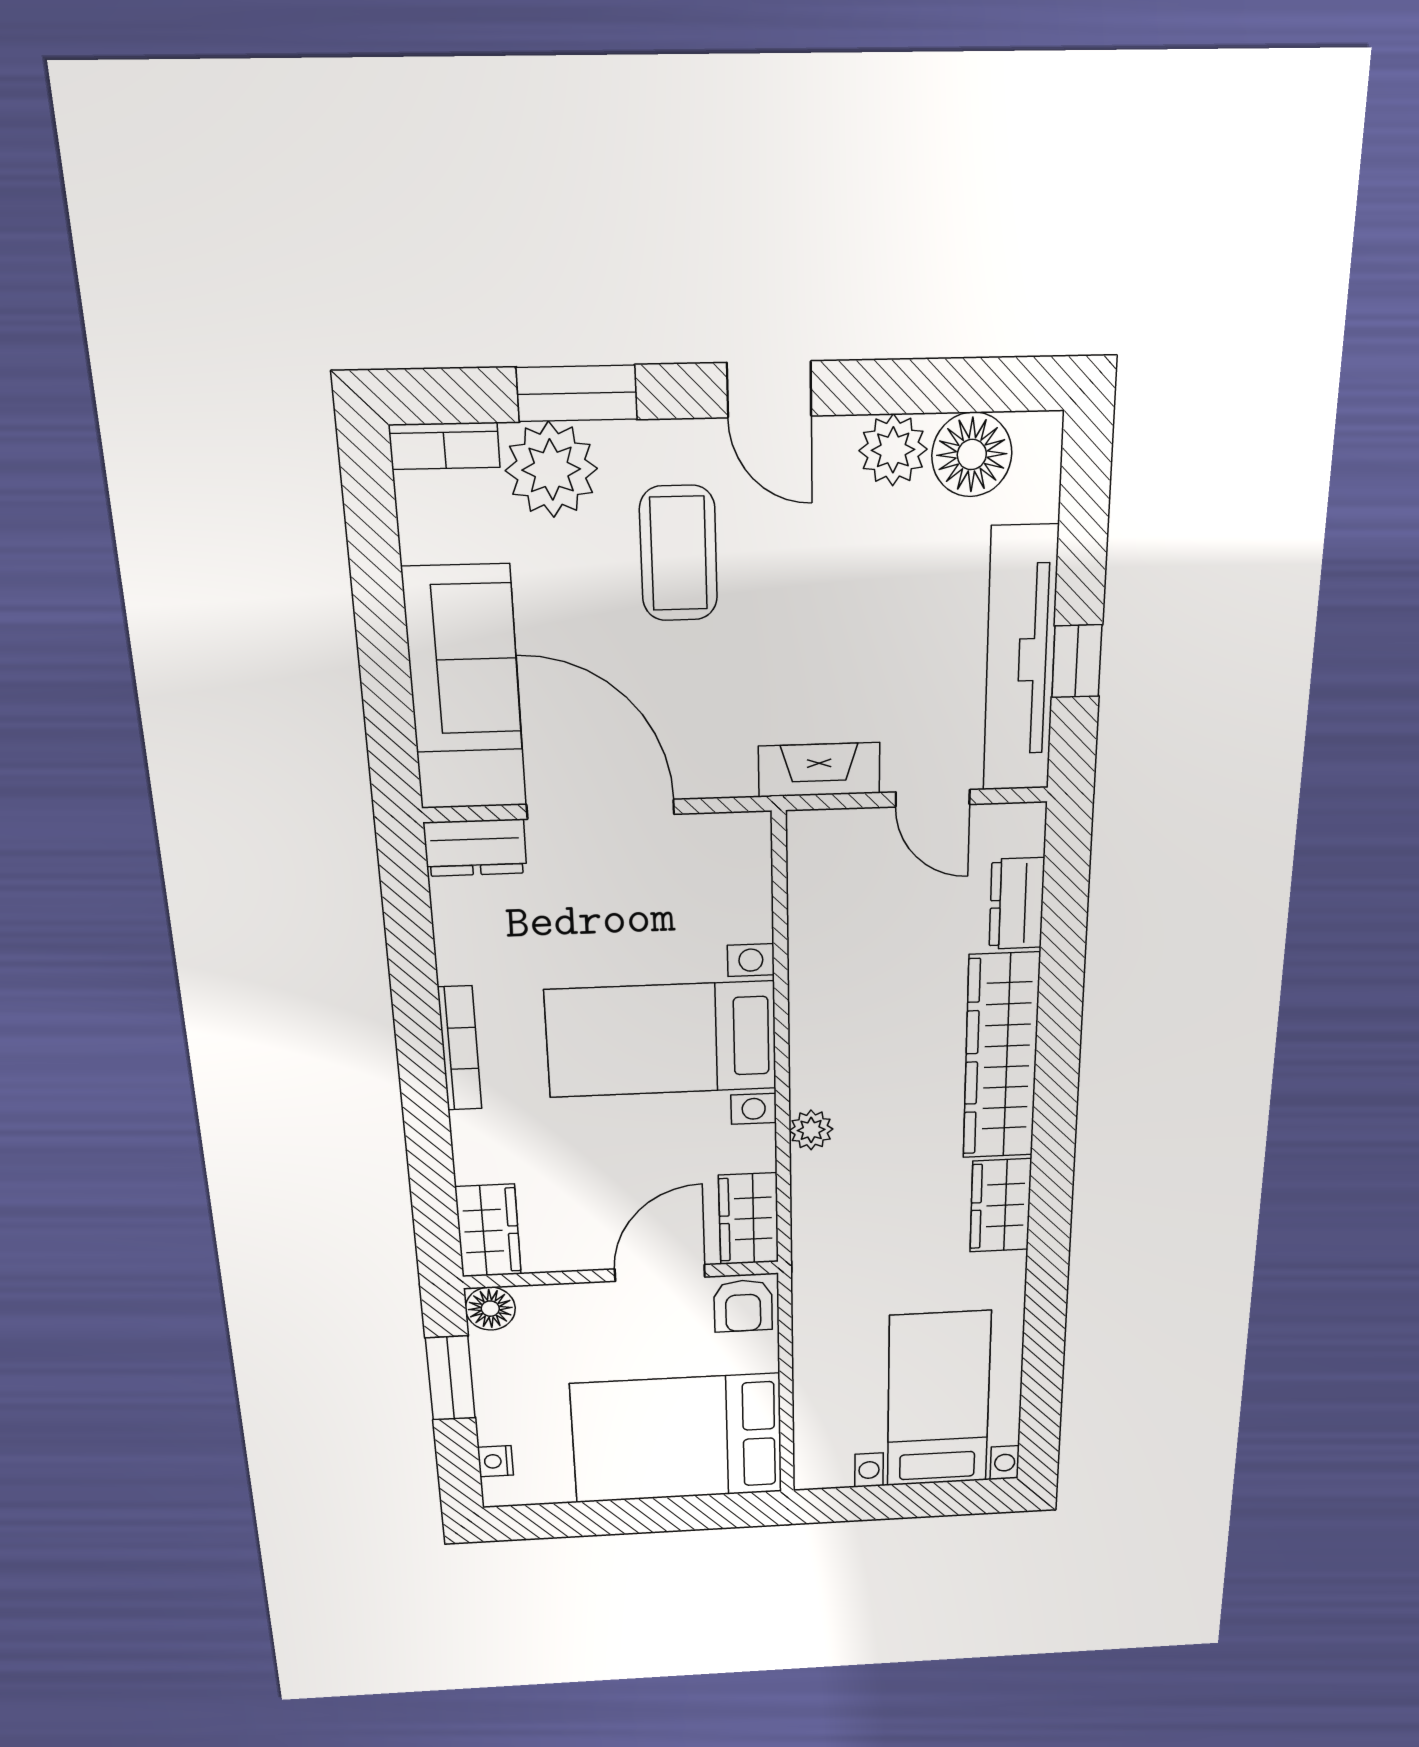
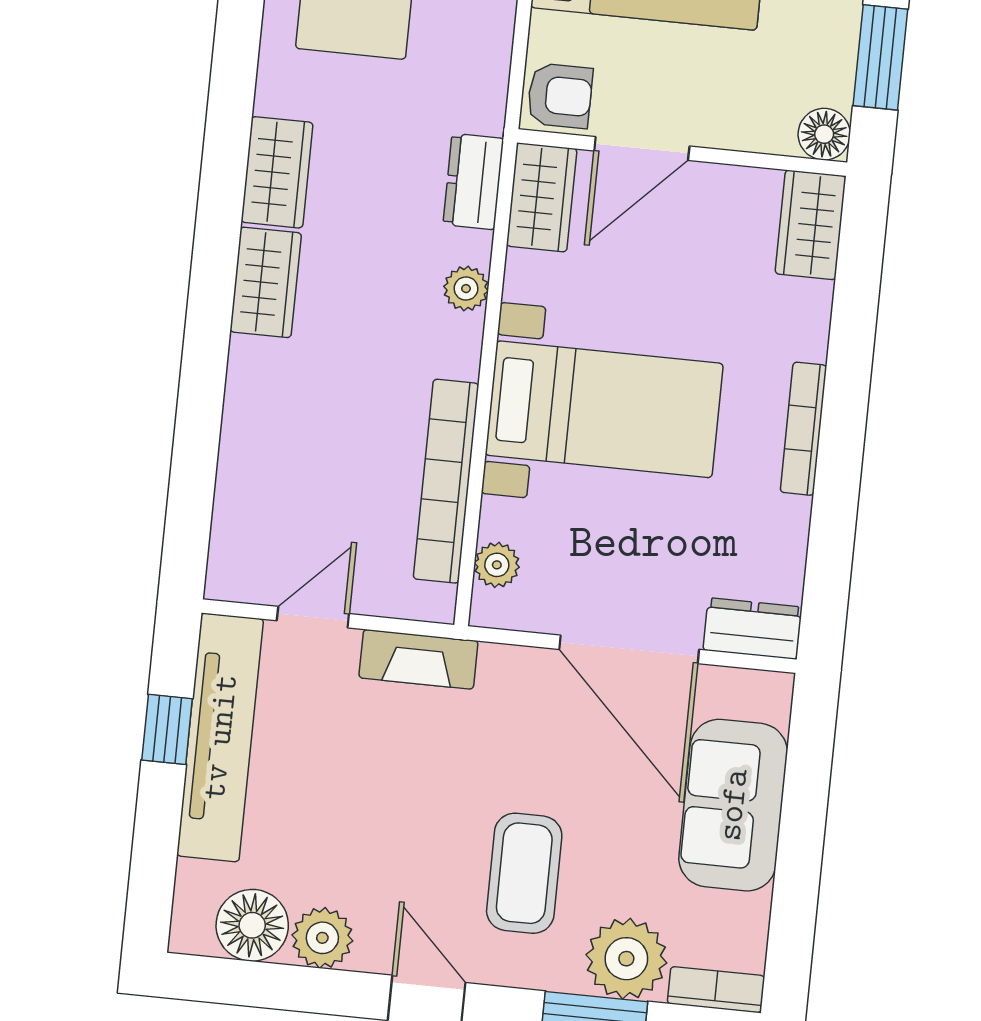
door: (933, 798) -> (313, 617), hinge flipped
plant: (749, 876) -> (497, 565), added
dresser: (1017, 904) -> (473, 182), moved, turned 180
bookcase: (810, 950) -> (446, 481), added
wardrobe: (1001, 1057) -> (266, 282), width x0.48, depth x0.85
armchair: (743, 1306) -> (560, 96), turned 90

